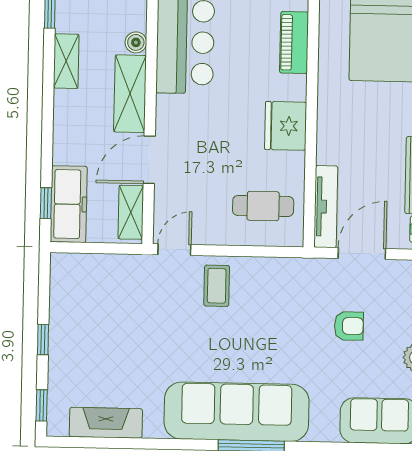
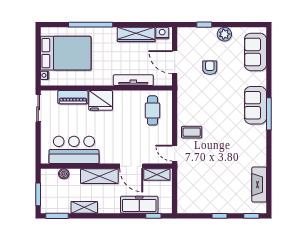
boiler: (136, 42) -> (64, 174), moved
fridge: (286, 126) -> (101, 100), moved
freezer: (69, 204) -> (139, 205), moved
tv unit: (326, 207) -> (133, 80), moved
sofa: (237, 412) -> (255, 105), width x0.54, depth x0.79

